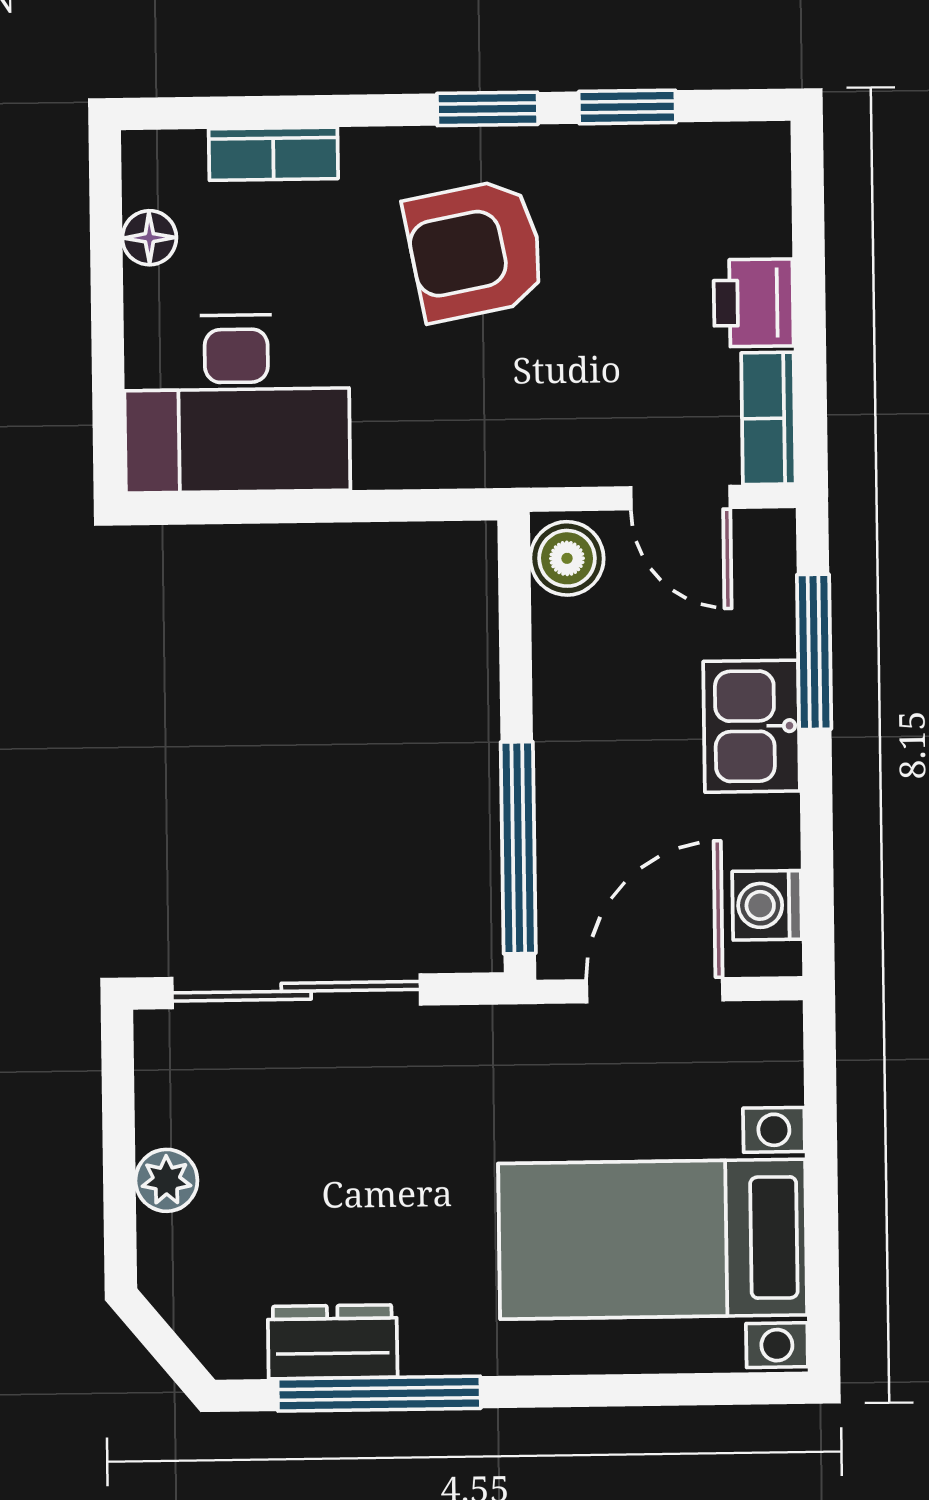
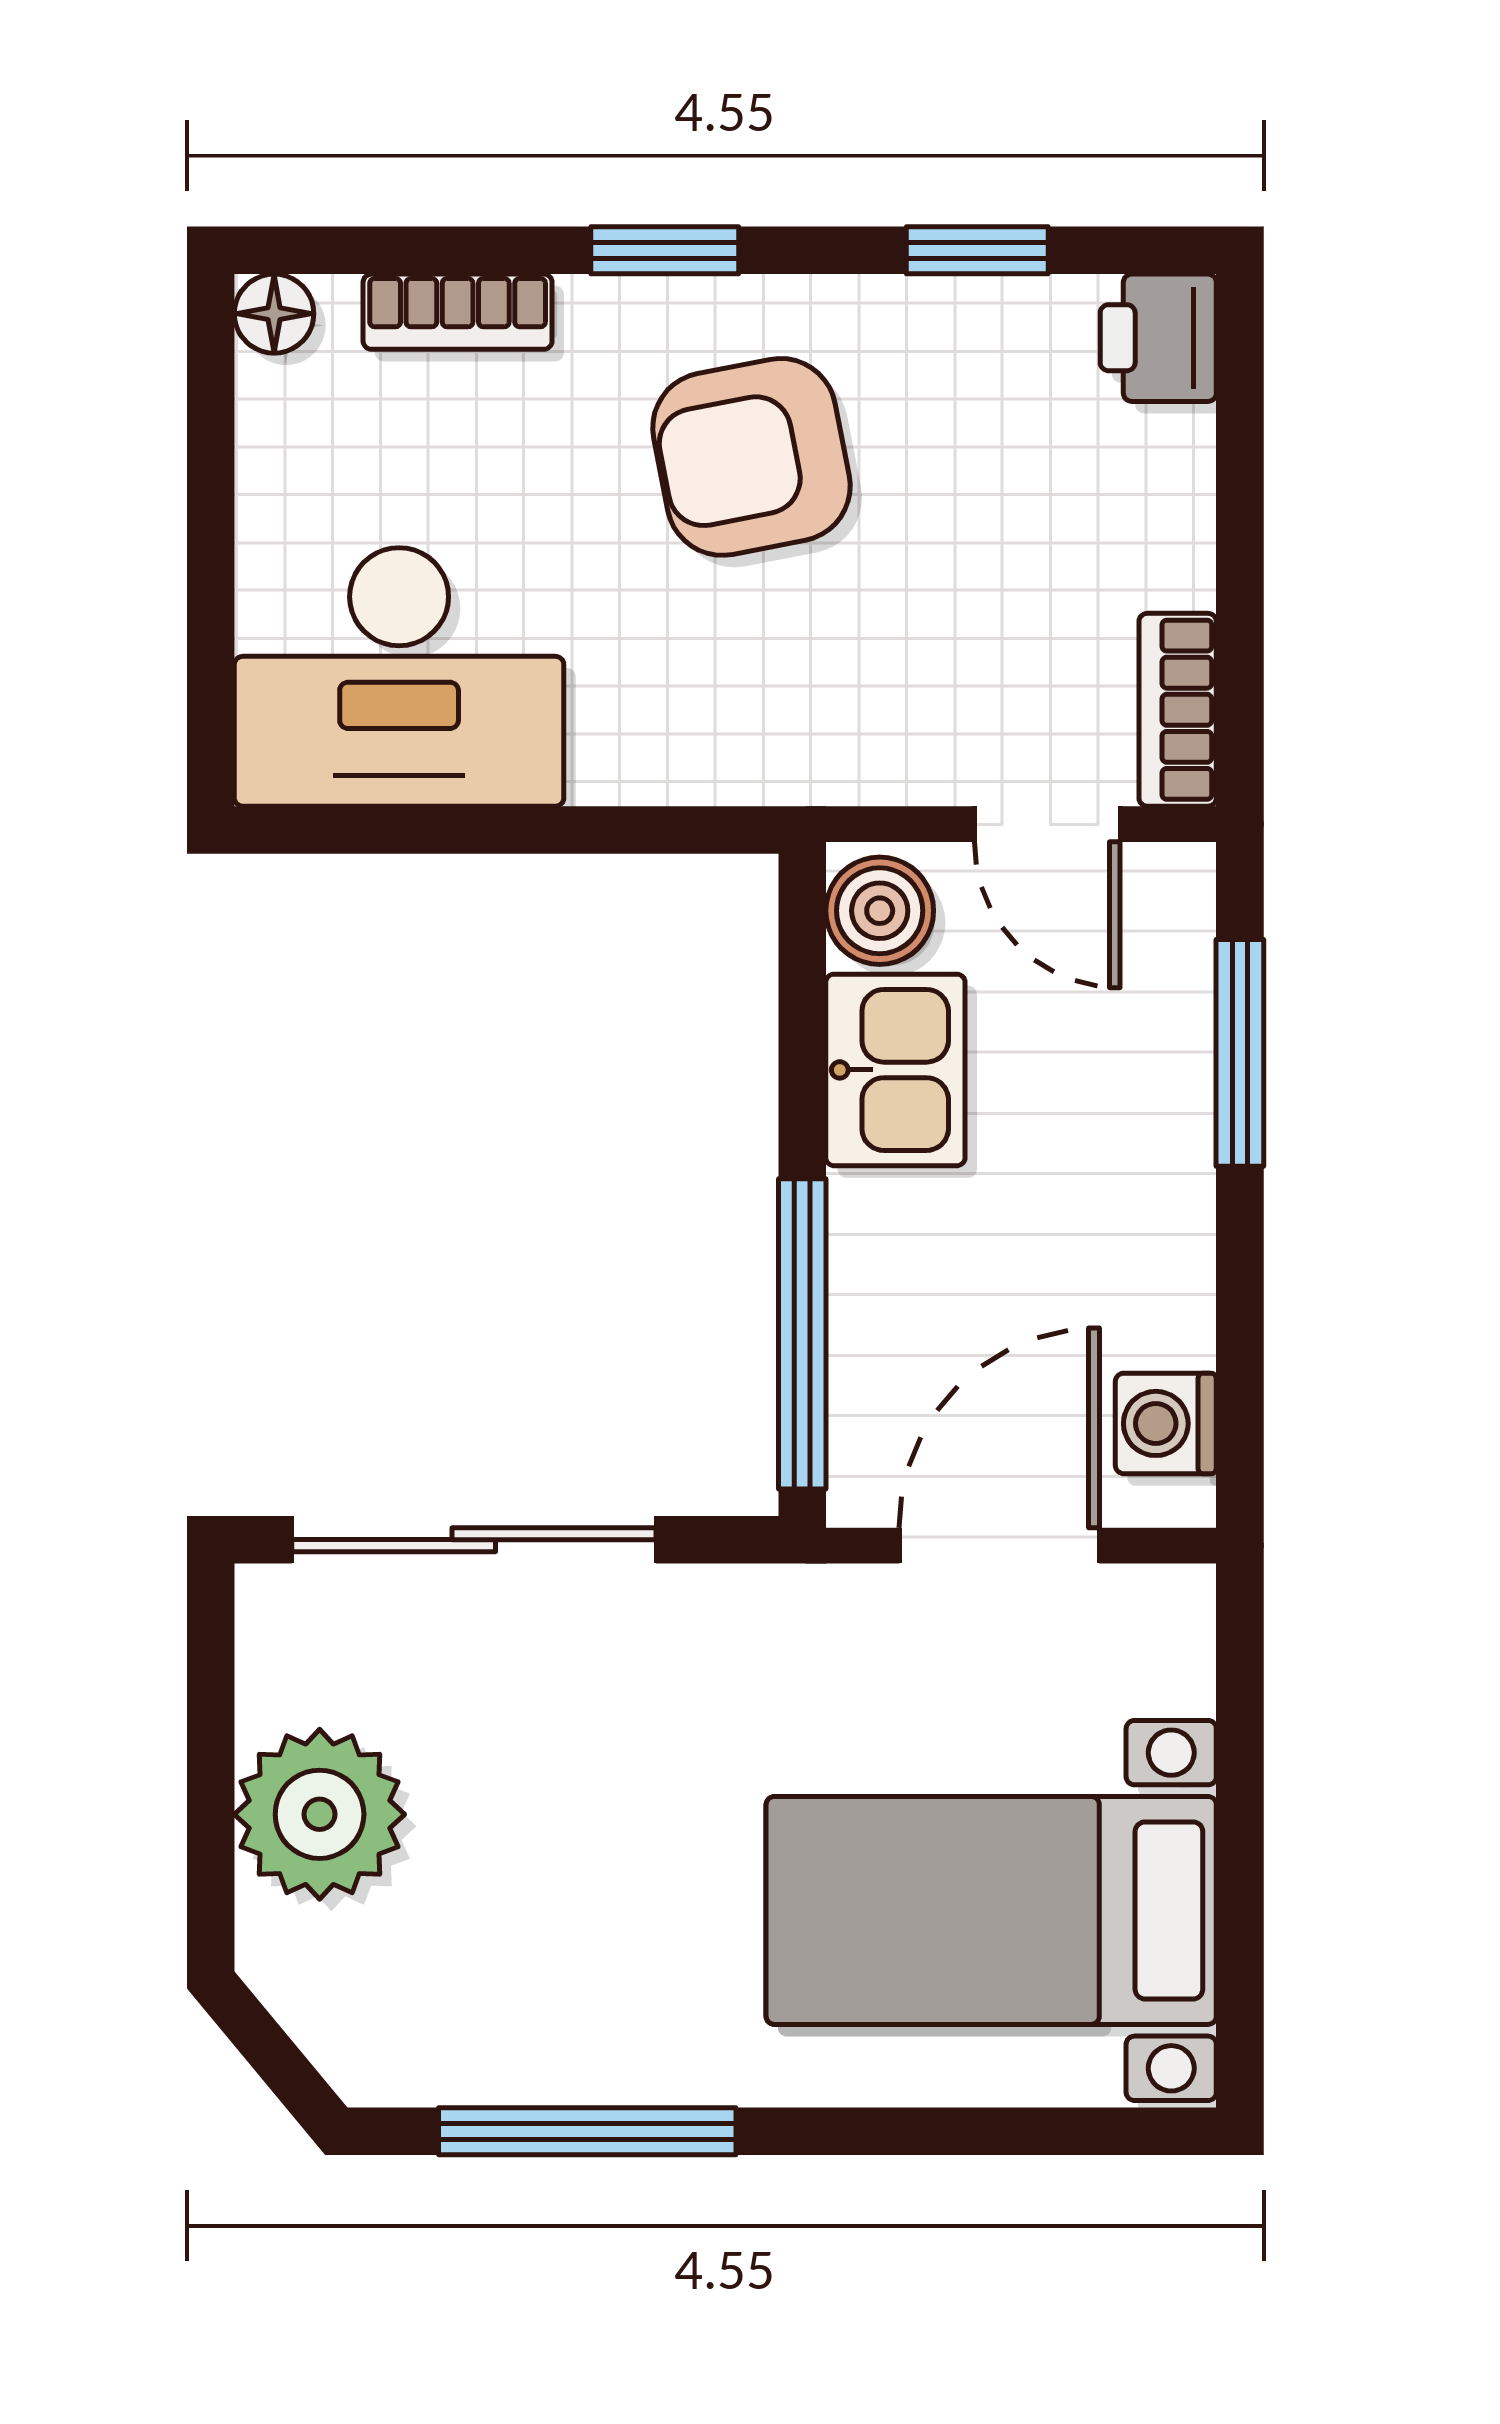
window: (487, 109) -> (665, 250), moved
floor lamp: (149, 238) -> (274, 314), moved
printer: (753, 303) -> (1158, 338), moved
kitchen sink: (752, 726) -> (895, 1070), moved, turned 180
plant: (166, 1180) -> (320, 1814), width x1.88, depth x1.88
dresser: (333, 1342) -> (520, 2054), removed

